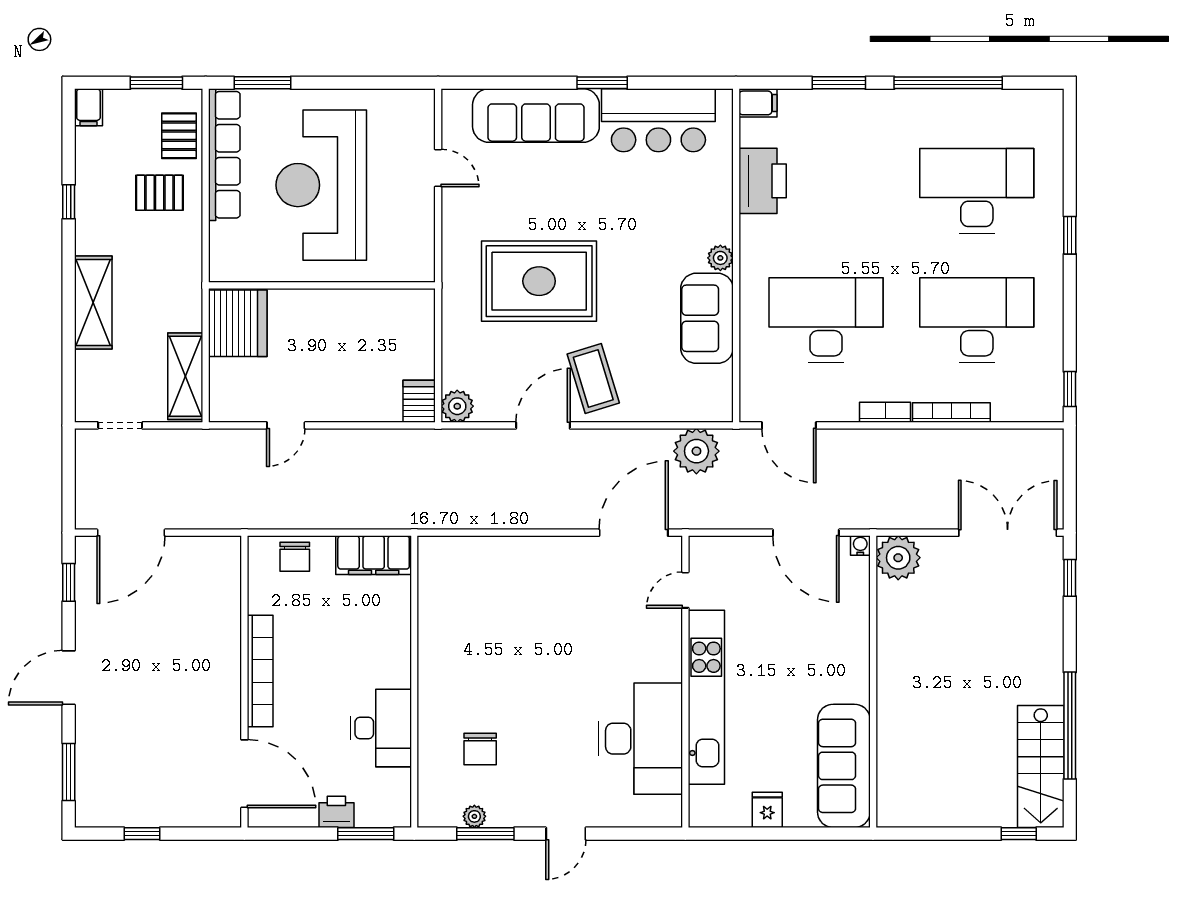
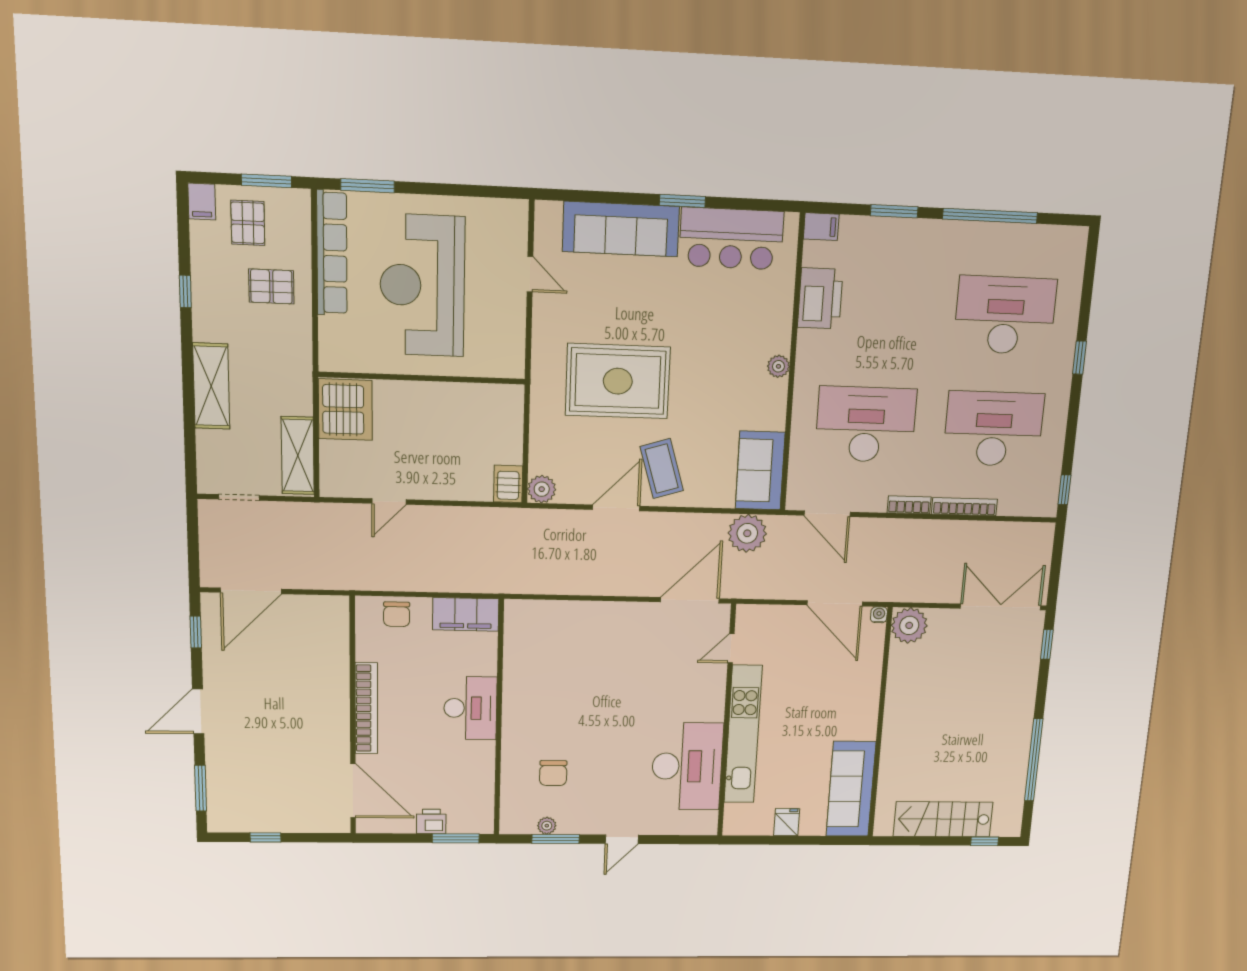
pallet: (179, 136) -> (248, 223), moved
sofa: (707, 318) -> (760, 470), moved
desk: (381, 728) -> (470, 708), moved
stairs: (1041, 767) -> (943, 819), moved, turned 90

